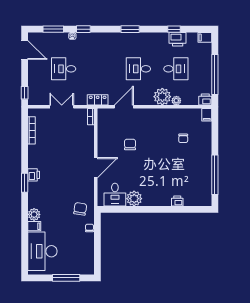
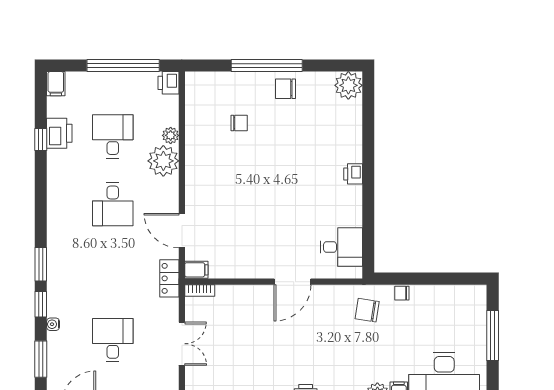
window: (130, 29) -> (41, 264), moved
desk: (64, 69) -> (113, 340), turned 180
double door: (62, 107) -> (182, 344), swing flipped
filing cabinet: (207, 115) -> (196, 270), moved
chair: (130, 144) -> (285, 89), moved
door: (96, 168) -> (293, 282), swing flipped
window: (215, 175) -> (267, 66), moved
plant: (134, 199) -> (348, 85), moved
printer: (177, 201) -> (353, 174), moved

